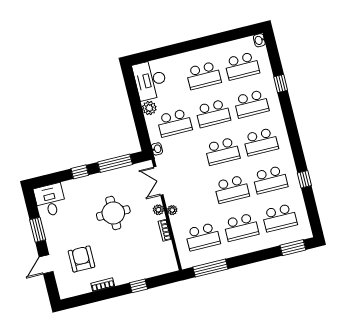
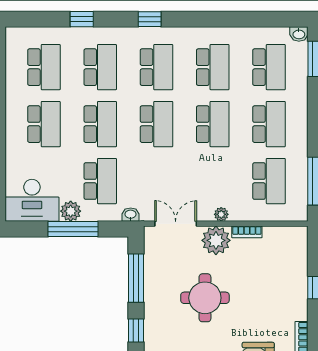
washbasin: (259, 40) -> (299, 34), moved
window: (138, 113) -> (73, 229), added
window: (304, 179) -> (150, 19), moved
double door: (158, 181) -> (176, 224), swing flipped
plant: (158, 210) -> (216, 240), width x1.87, depth x1.87

